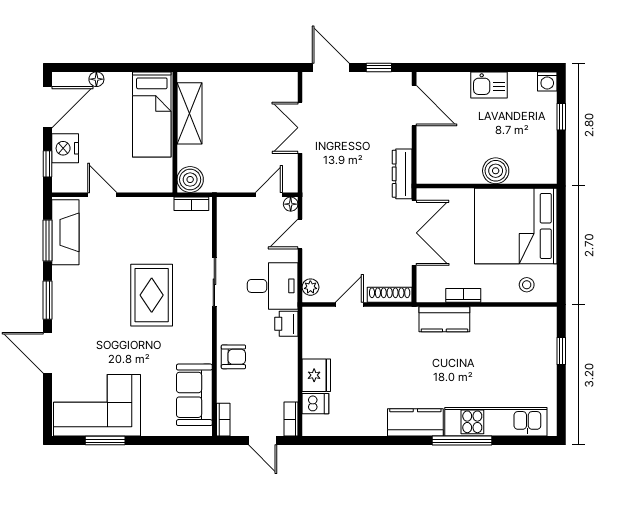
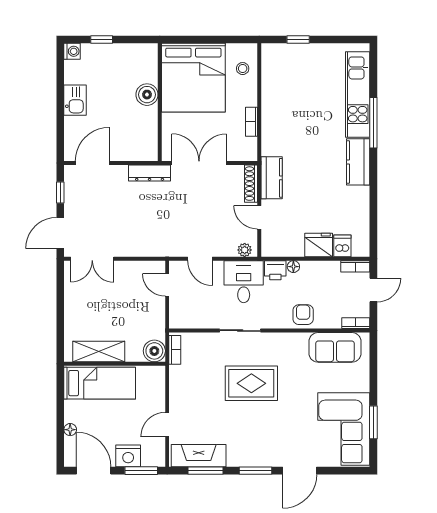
double door: (300, 128) -> (92, 259), moved
window: (48, 164) -> (141, 471), width x1.50
floor lamp: (291, 204) -> (293, 267), moved
kitchen counter: (444, 319) -> (272, 178), moved

